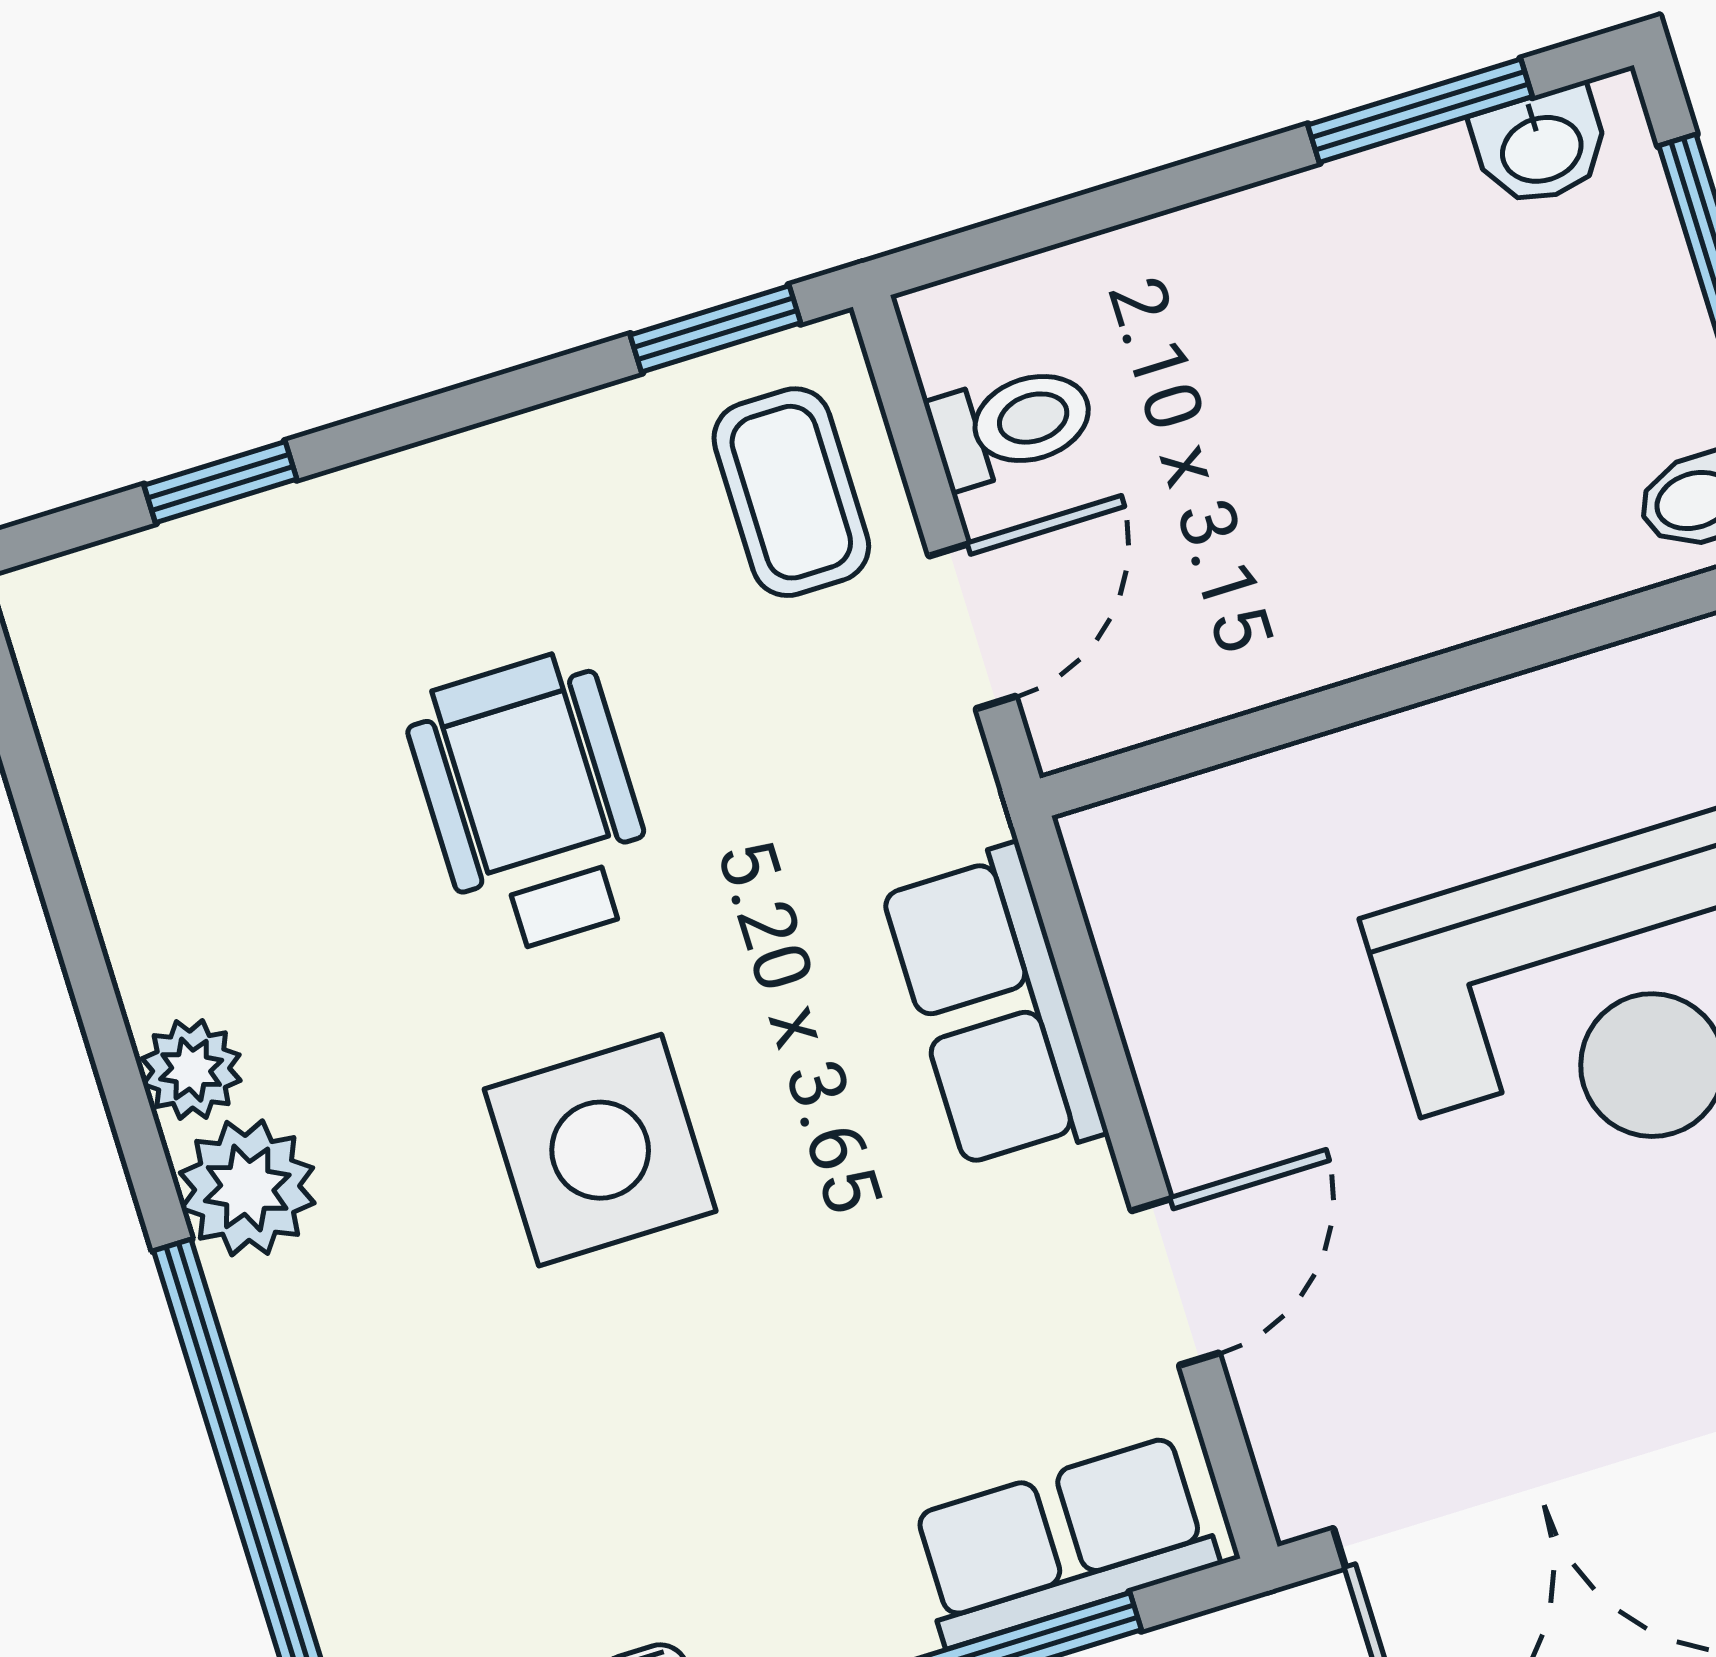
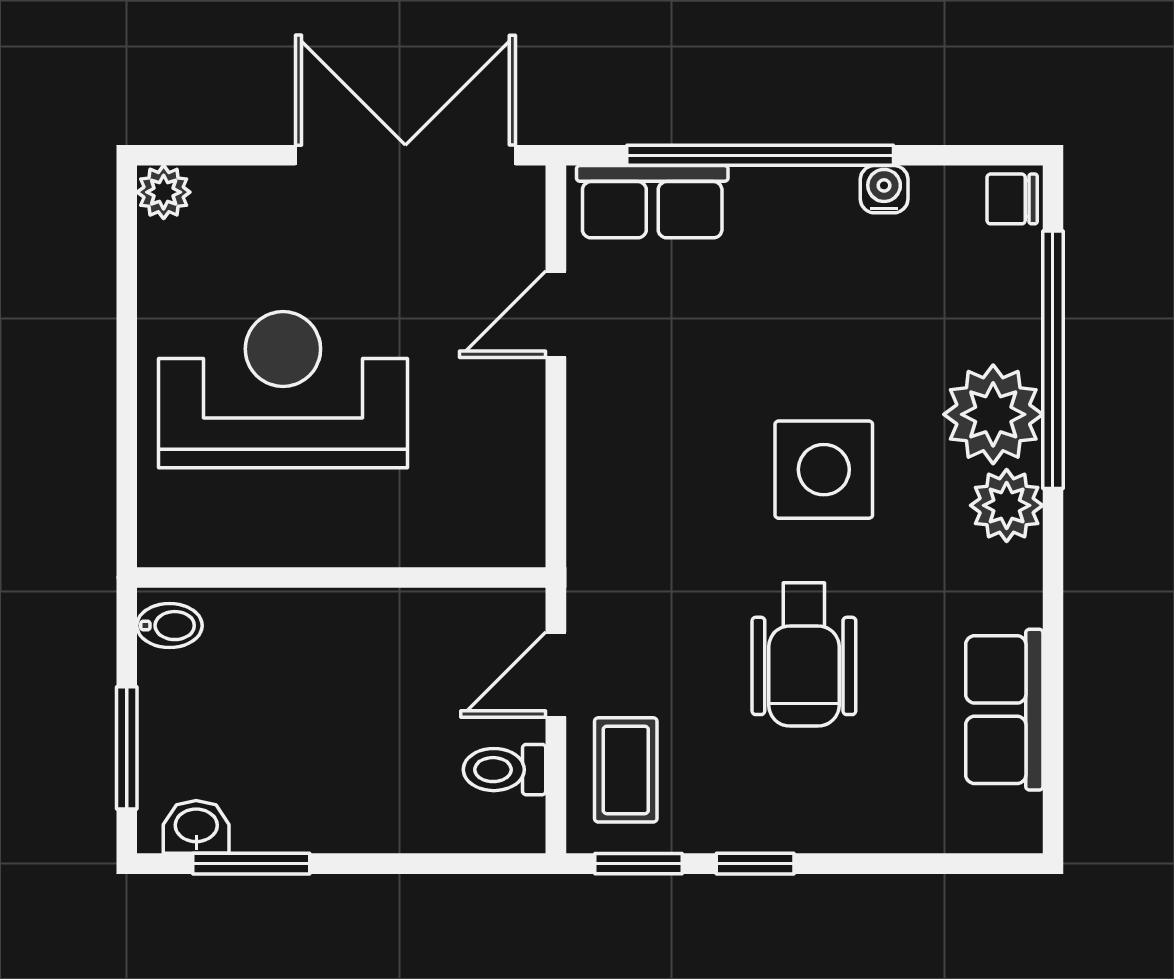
window: (220, 482) -> (755, 864), moved
row of seats: (993, 1008) -> (1004, 710), moved, turned 180
plant: (191, 1070) -> (993, 414), moved, width x1.87, depth x1.87

